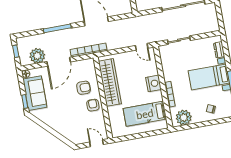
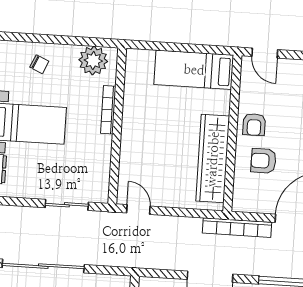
nightstand: (154, 83) -> (133, 137), removed
bed: (145, 114) -> (194, 70), moved, turned 180

